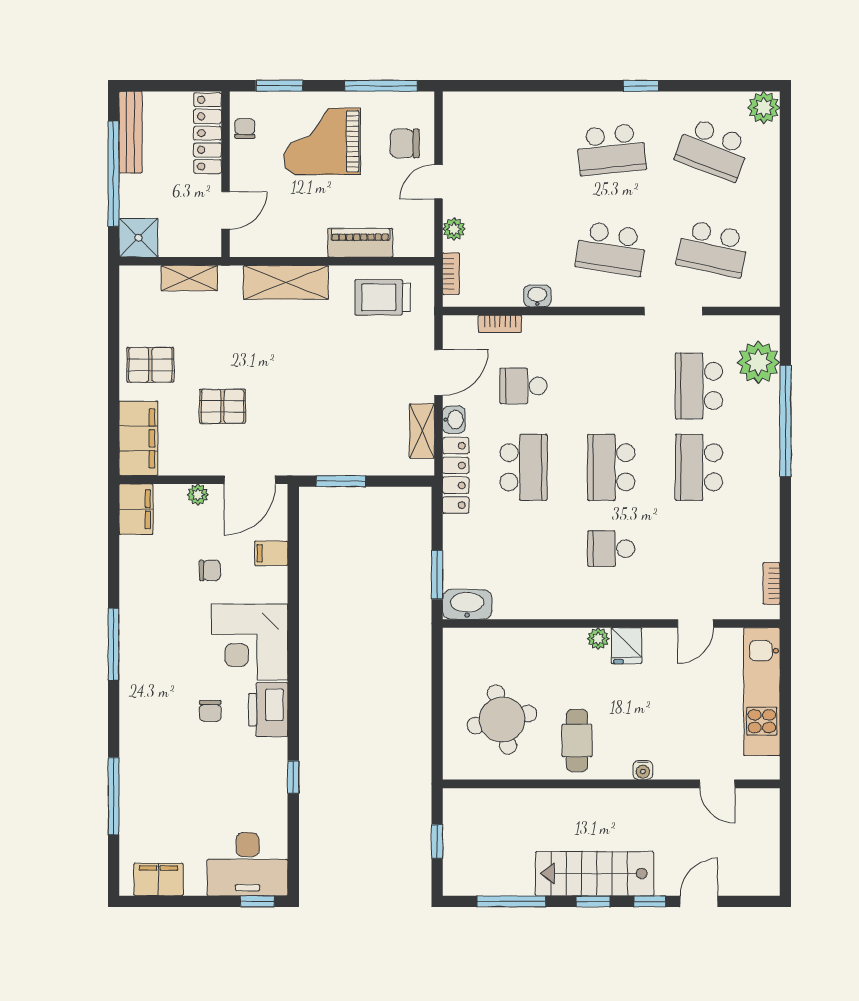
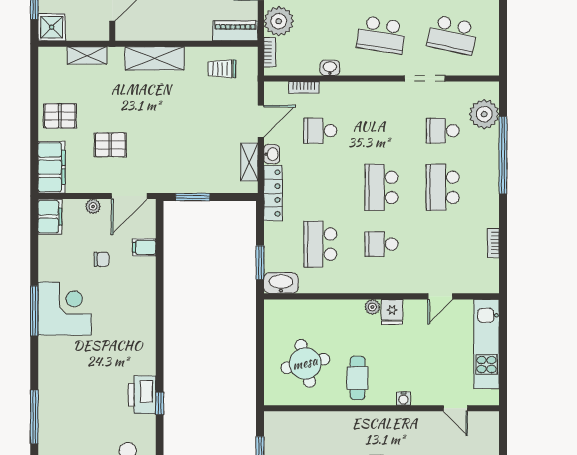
plant: (454, 229) -> (279, 21), width x1.87, depth x1.87
piano: (360, 243) -> (235, 31), moved
trolley: (382, 297) -> (222, 69), width x0.73, depth x0.72
school desk: (699, 386) -> (443, 131), width x0.54
school desk: (524, 467) -> (320, 244), moved, turned 180
bookcase: (772, 583) -> (493, 243), moved
corner desk: (250, 642) -> (65, 308), moved, turned 180
printer: (268, 710) -> (142, 395), moved
chair: (210, 711) -> (102, 357), removed

